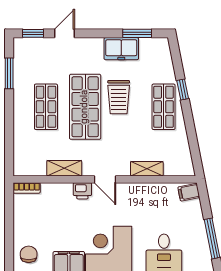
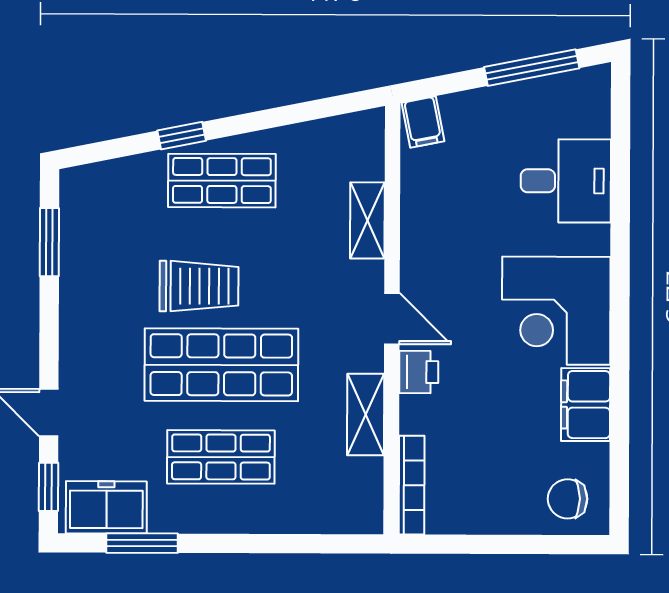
freezer: (121, 49) -> (106, 507), moved, turned -90
door: (105, 179) -> (392, 319), hinge flipped
bookcase: (27, 188) -> (412, 485), width x1.56

